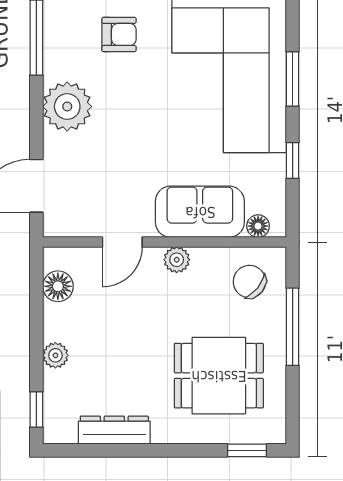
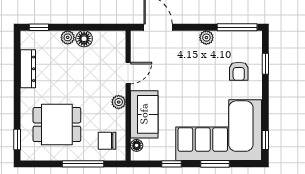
plant: (67, 107) -> (206, 38), width x0.53, depth x0.53
door: (122, 242) -> (128, 73), swing flipped
chair: (249, 282) -> (107, 141), turned -129
floor lamp: (58, 286) -> (84, 39), moved
dining table: (219, 376) -> (57, 125), turned 90

